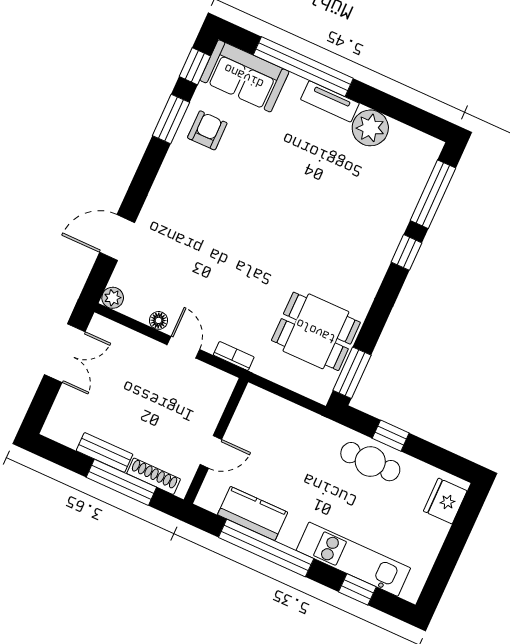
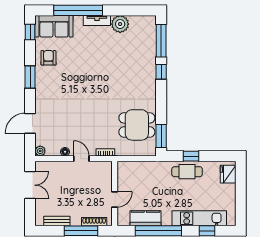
window: (171, 119) -> (30, 77), moved
bench: (105, 452) -> (57, 221), moved

